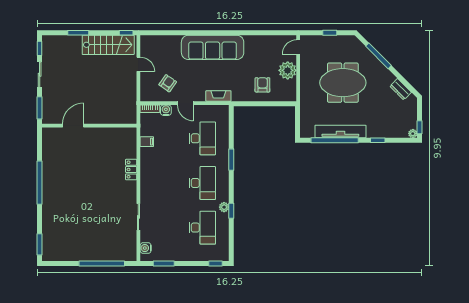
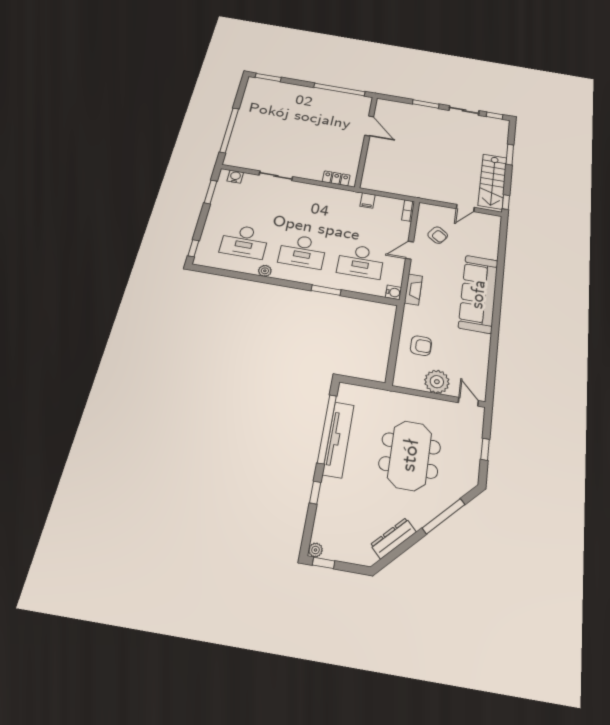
dresser: (401, 89) -> (393, 538), width x1.44
water cooler: (166, 110) -> (394, 292), moved
door: (73, 126) -> (369, 126), moved
wall: (89, 126) -> (366, 141), moved
window: (231, 211) -> (258, 278), removed

